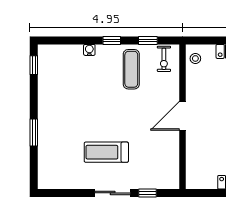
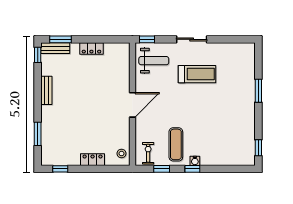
water cooler: (89, 50) -> (195, 161), moved
weight bench: (157, 168) -> (154, 61), added
window: (148, 193) -> (147, 39), moved

